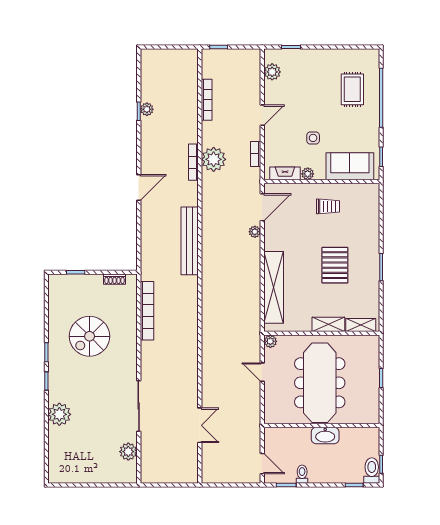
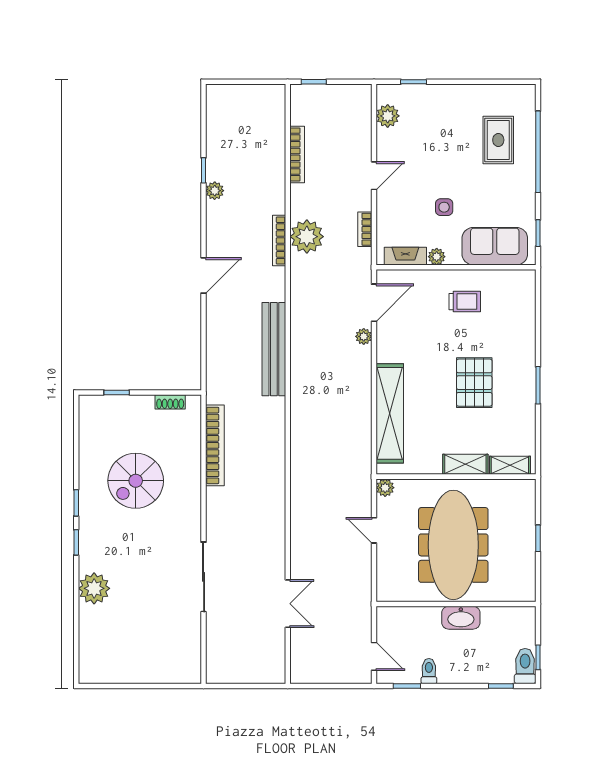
plant: (147, 109) -> (215, 191), moved
plant: (128, 452) -> (189, 640), removed

